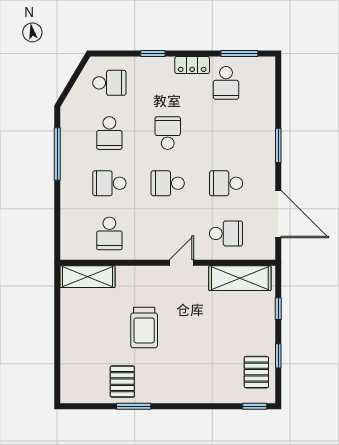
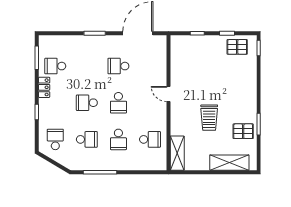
school desk: (226, 83) -> (55, 66), turned 180
school desk: (226, 183) -> (118, 66), turned 90
school desk: (226, 233) -> (150, 66), removed
shelving: (240, 278) -> (229, 163), moved, turned 90
trolley: (144, 328) -> (209, 118), turned 90

